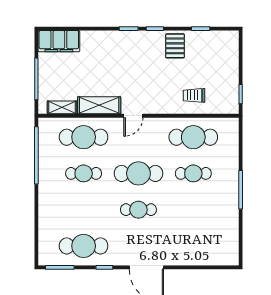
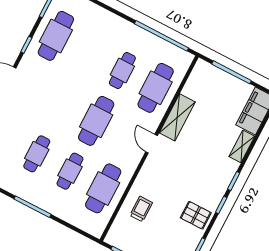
shelving: (62, 107) -> (242, 146), moved
cafe table: (138, 210) -> (37, 154), moved

